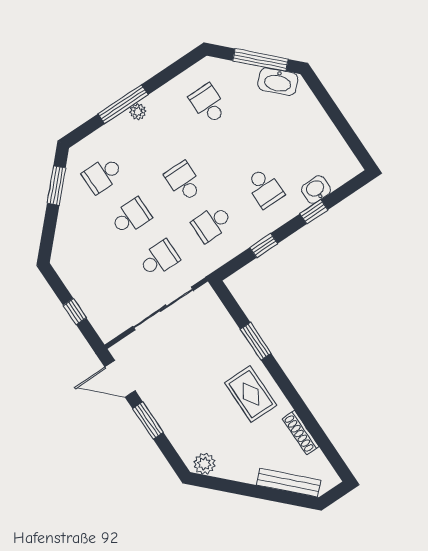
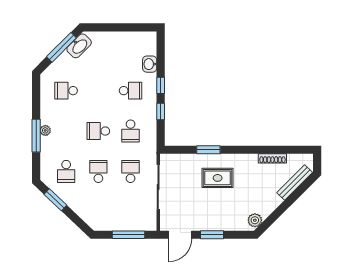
window: (314, 212) -> (161, 85), moved
window: (75, 312) -> (128, 235), width x2.17
rug: (251, 394) -> (218, 178), moved

